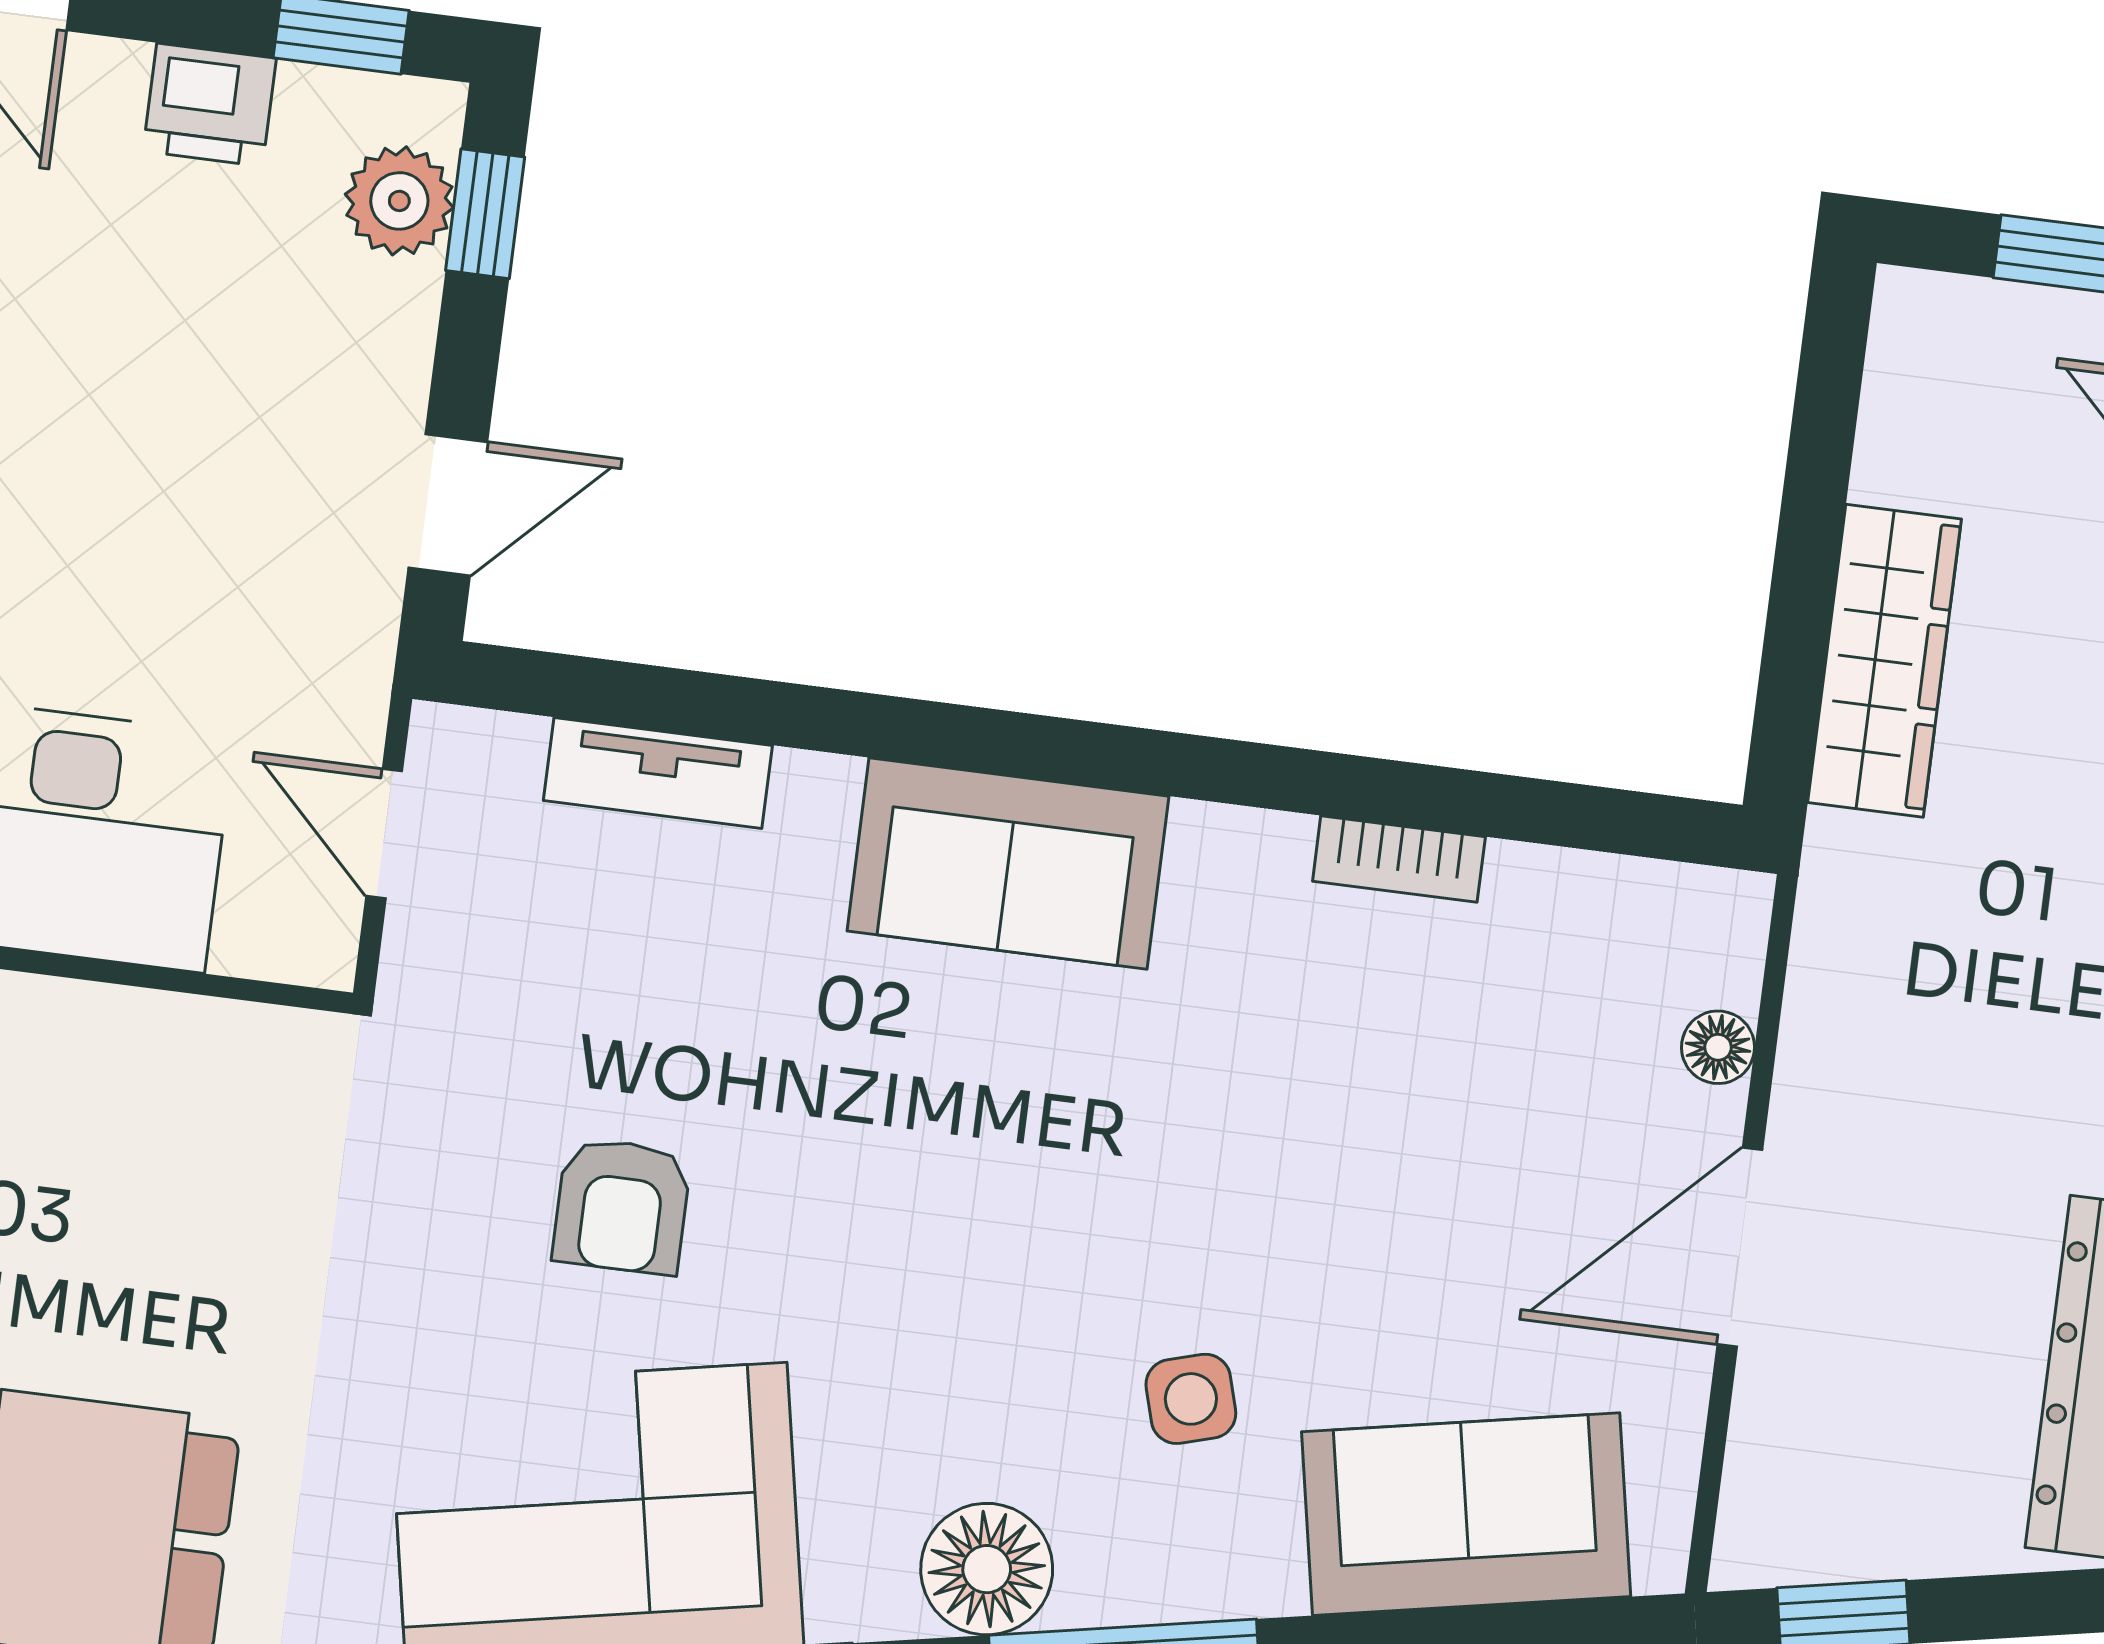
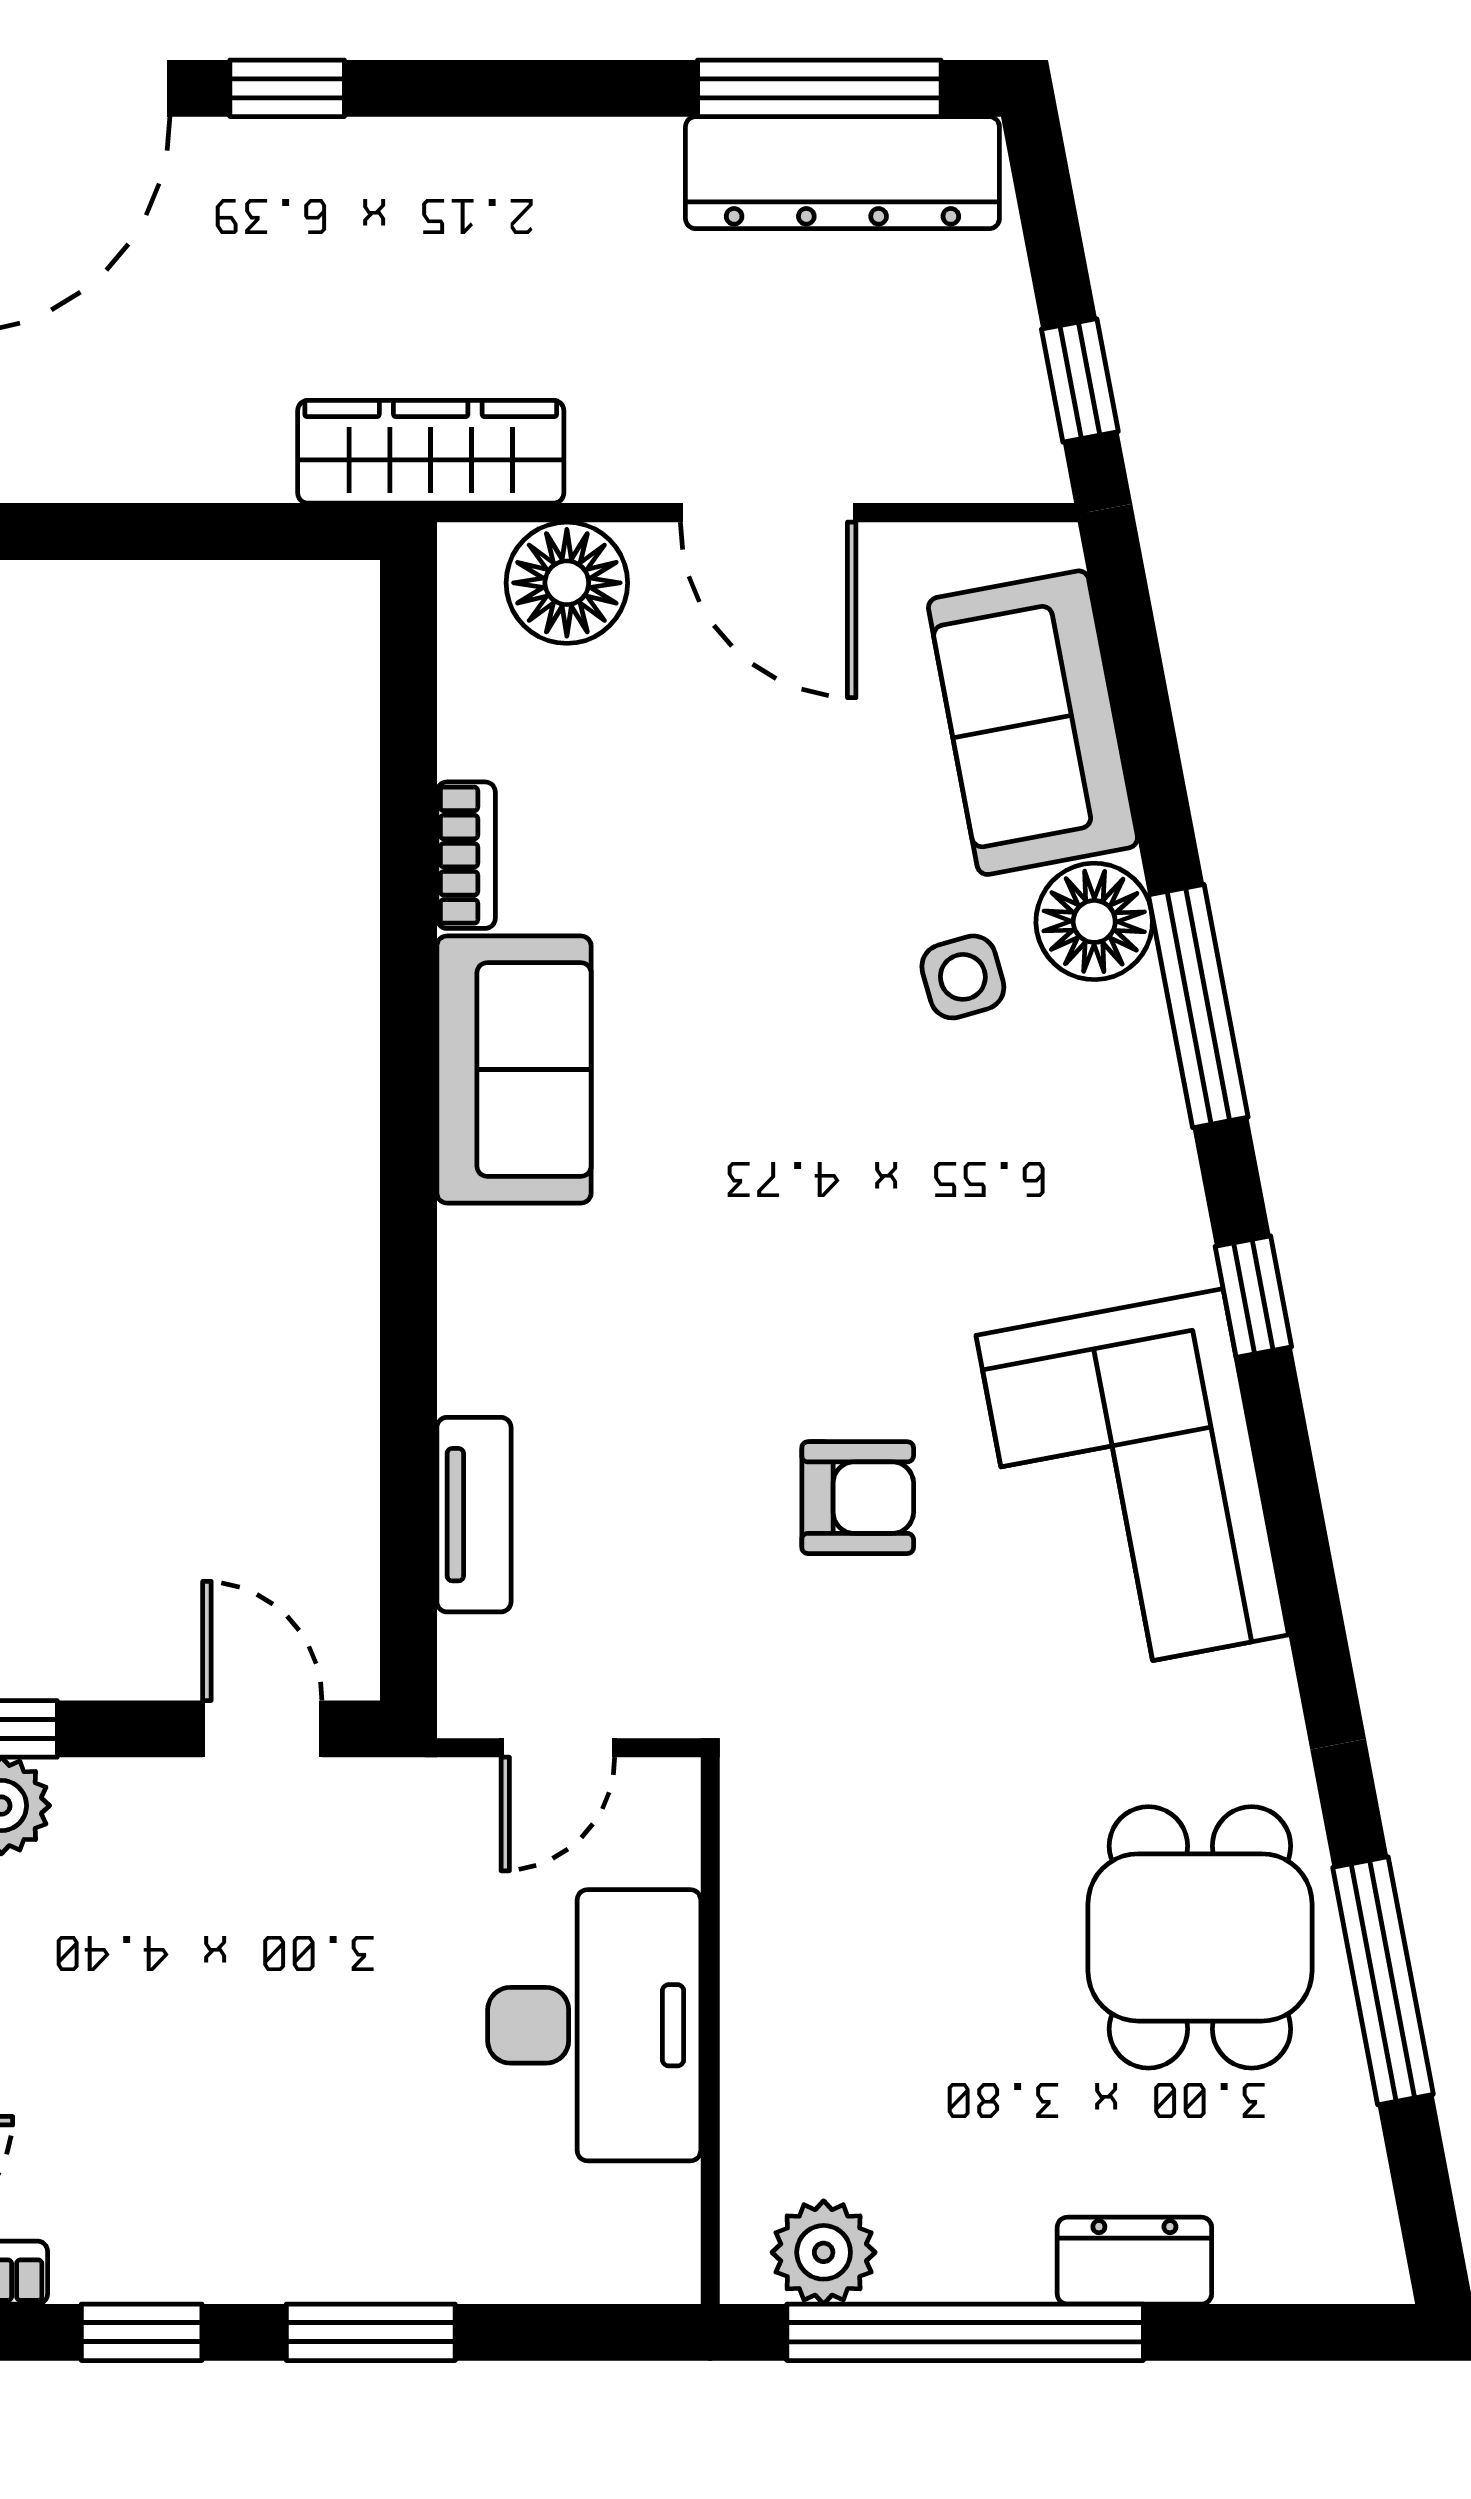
wardrobe: (1884, 661) -> (431, 452), moved
sofa: (1008, 864) -> (514, 1070), moved
floor lamp: (1718, 1047) -> (567, 583), width x1.89, depth x1.89
floor lamp: (987, 1569) -> (1094, 921), moved

